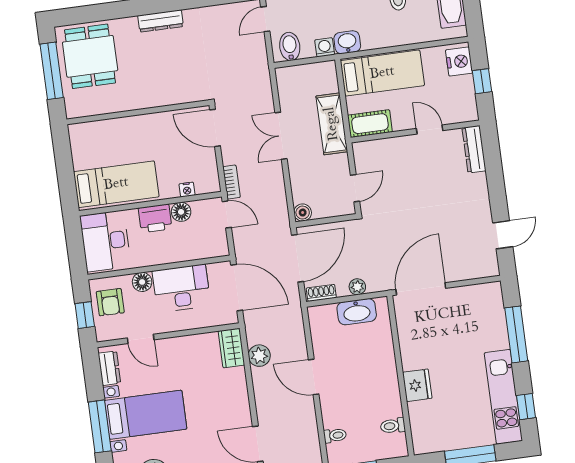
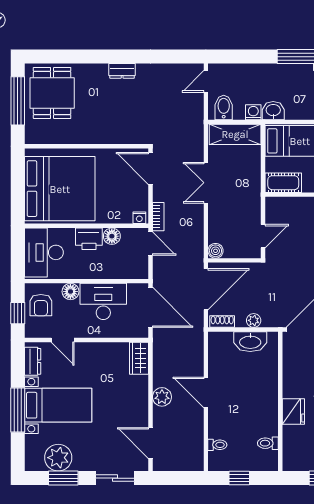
dresser: (161, 21) -> (122, 71), width x0.70
shelving: (332, 124) -> (235, 134), moved, turned 90
bed: (116, 184) -> (60, 189), width x2.04
nightstand: (187, 190) -> (139, 218), moved
plant: (259, 356) -> (162, 397), moved

